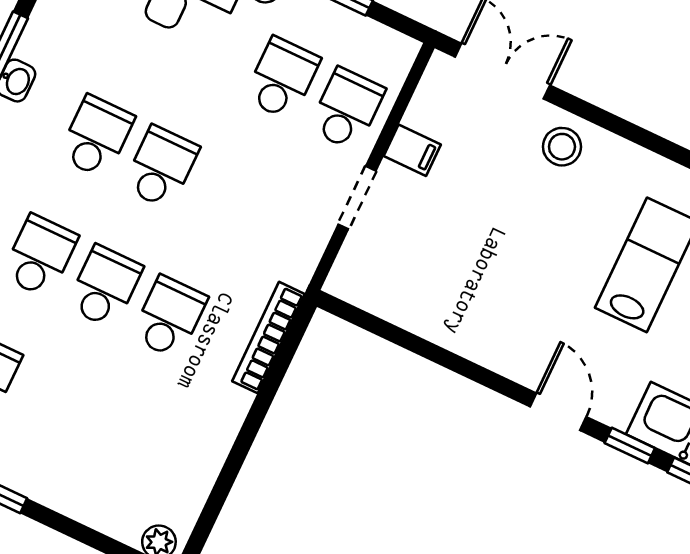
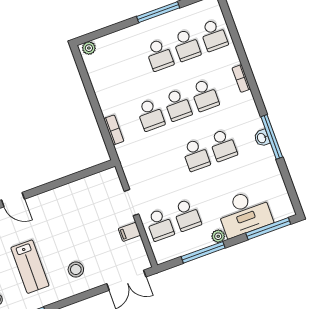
stool: (562, 147) -> (76, 270), moved
bookcase: (268, 338) -> (114, 130), width x0.64
school desk: (48, 406) -> (159, 55), added

